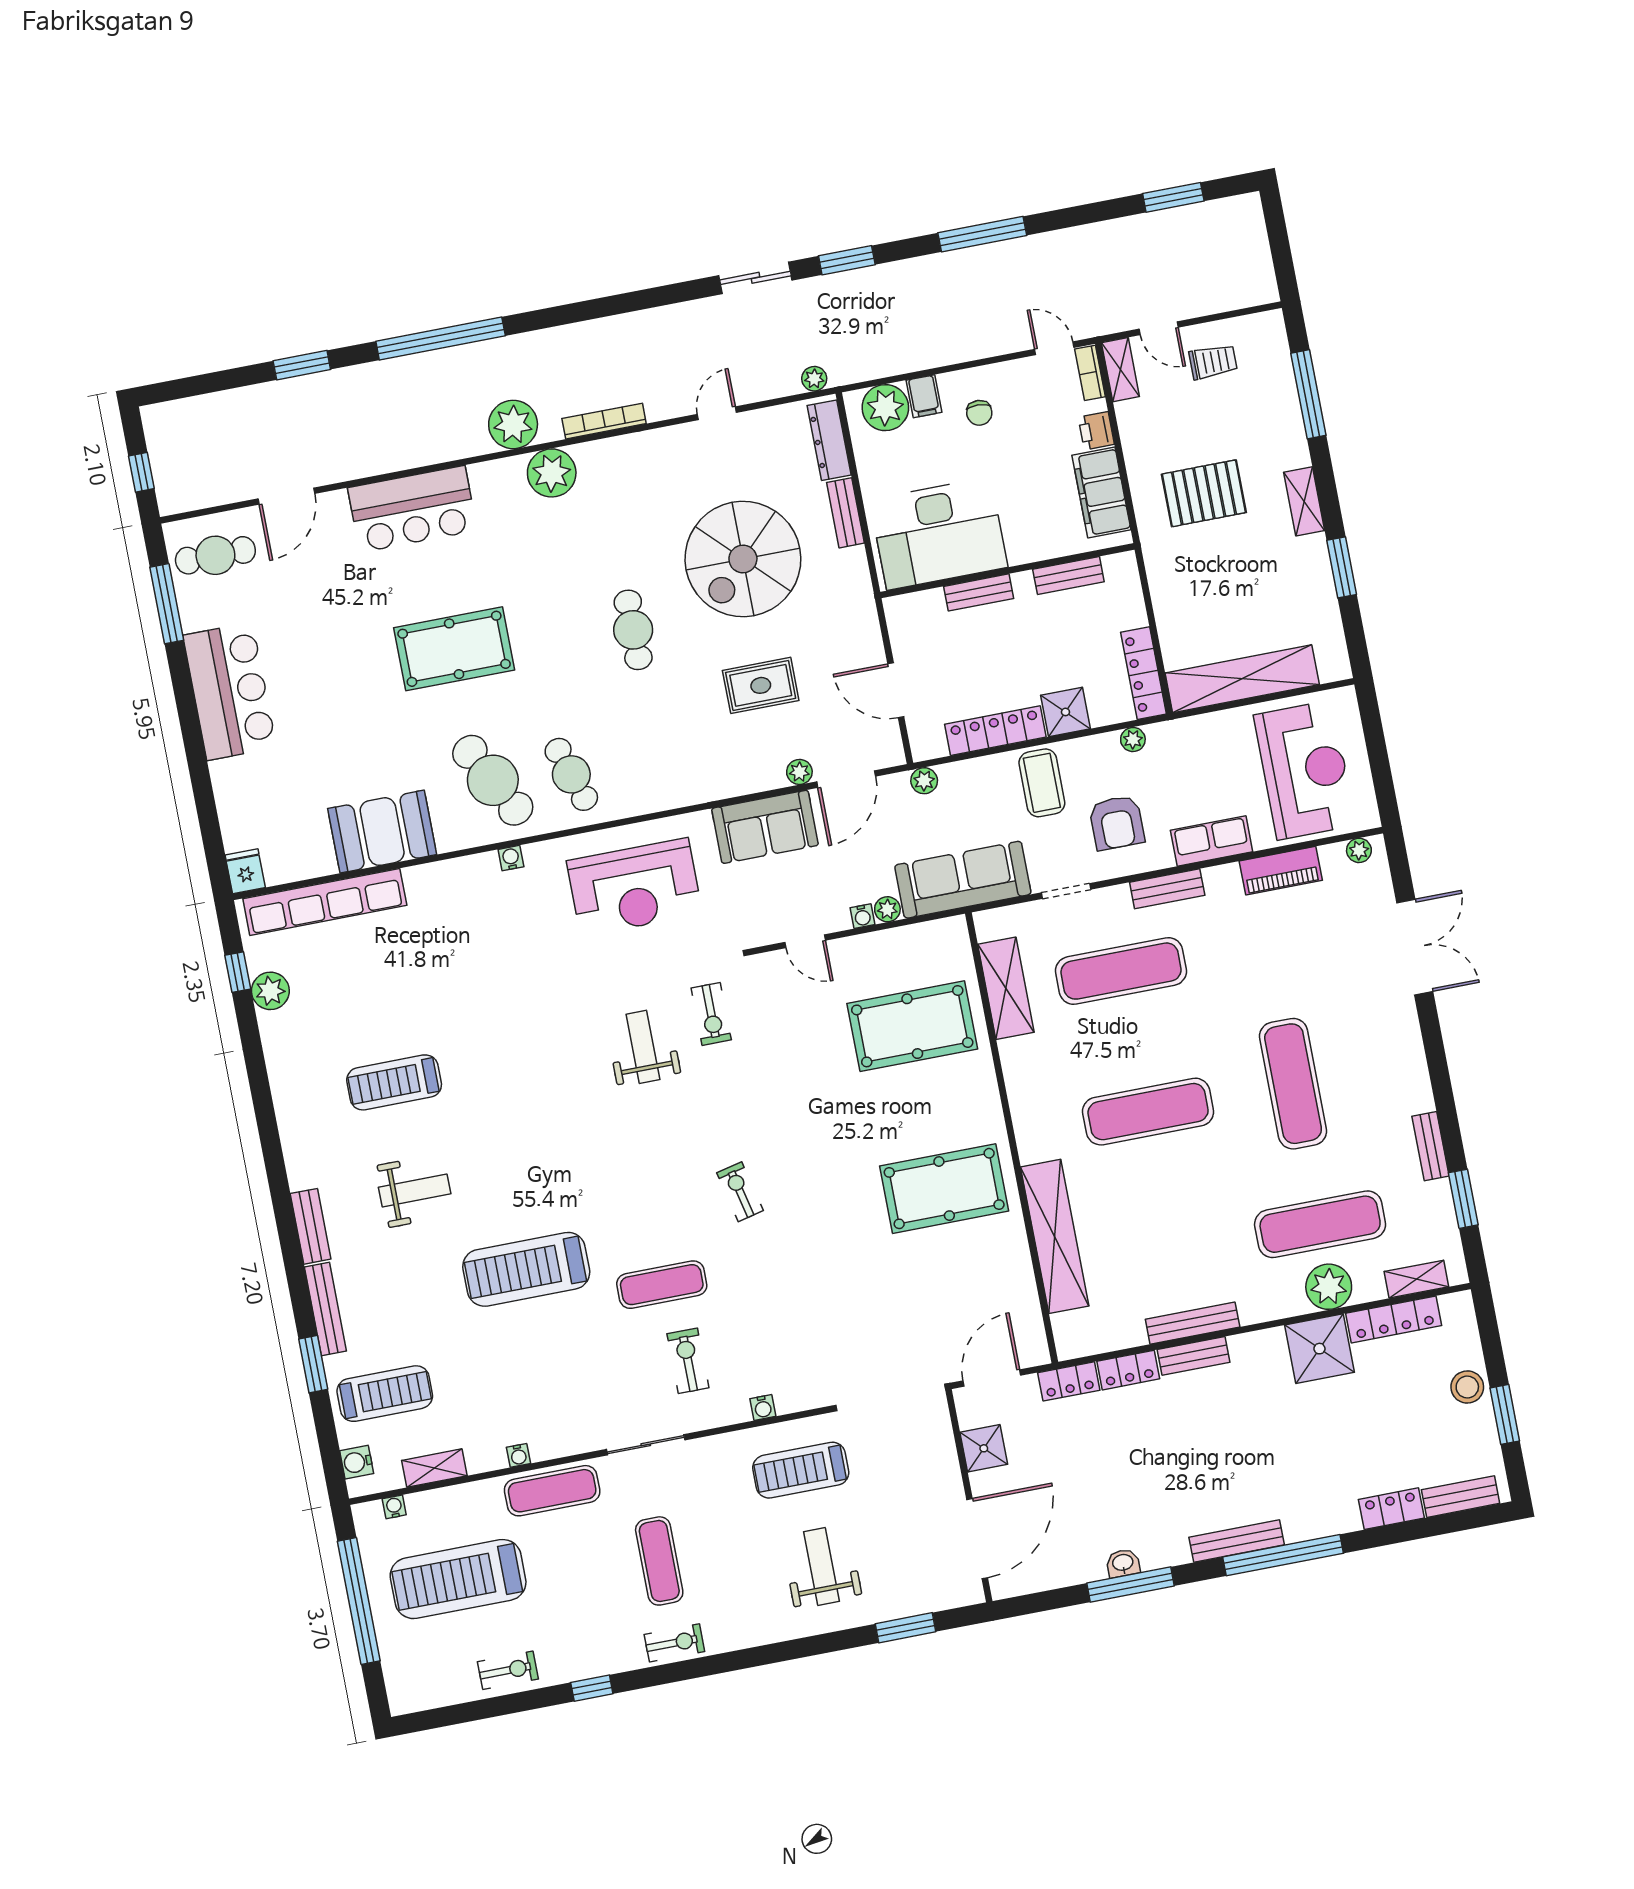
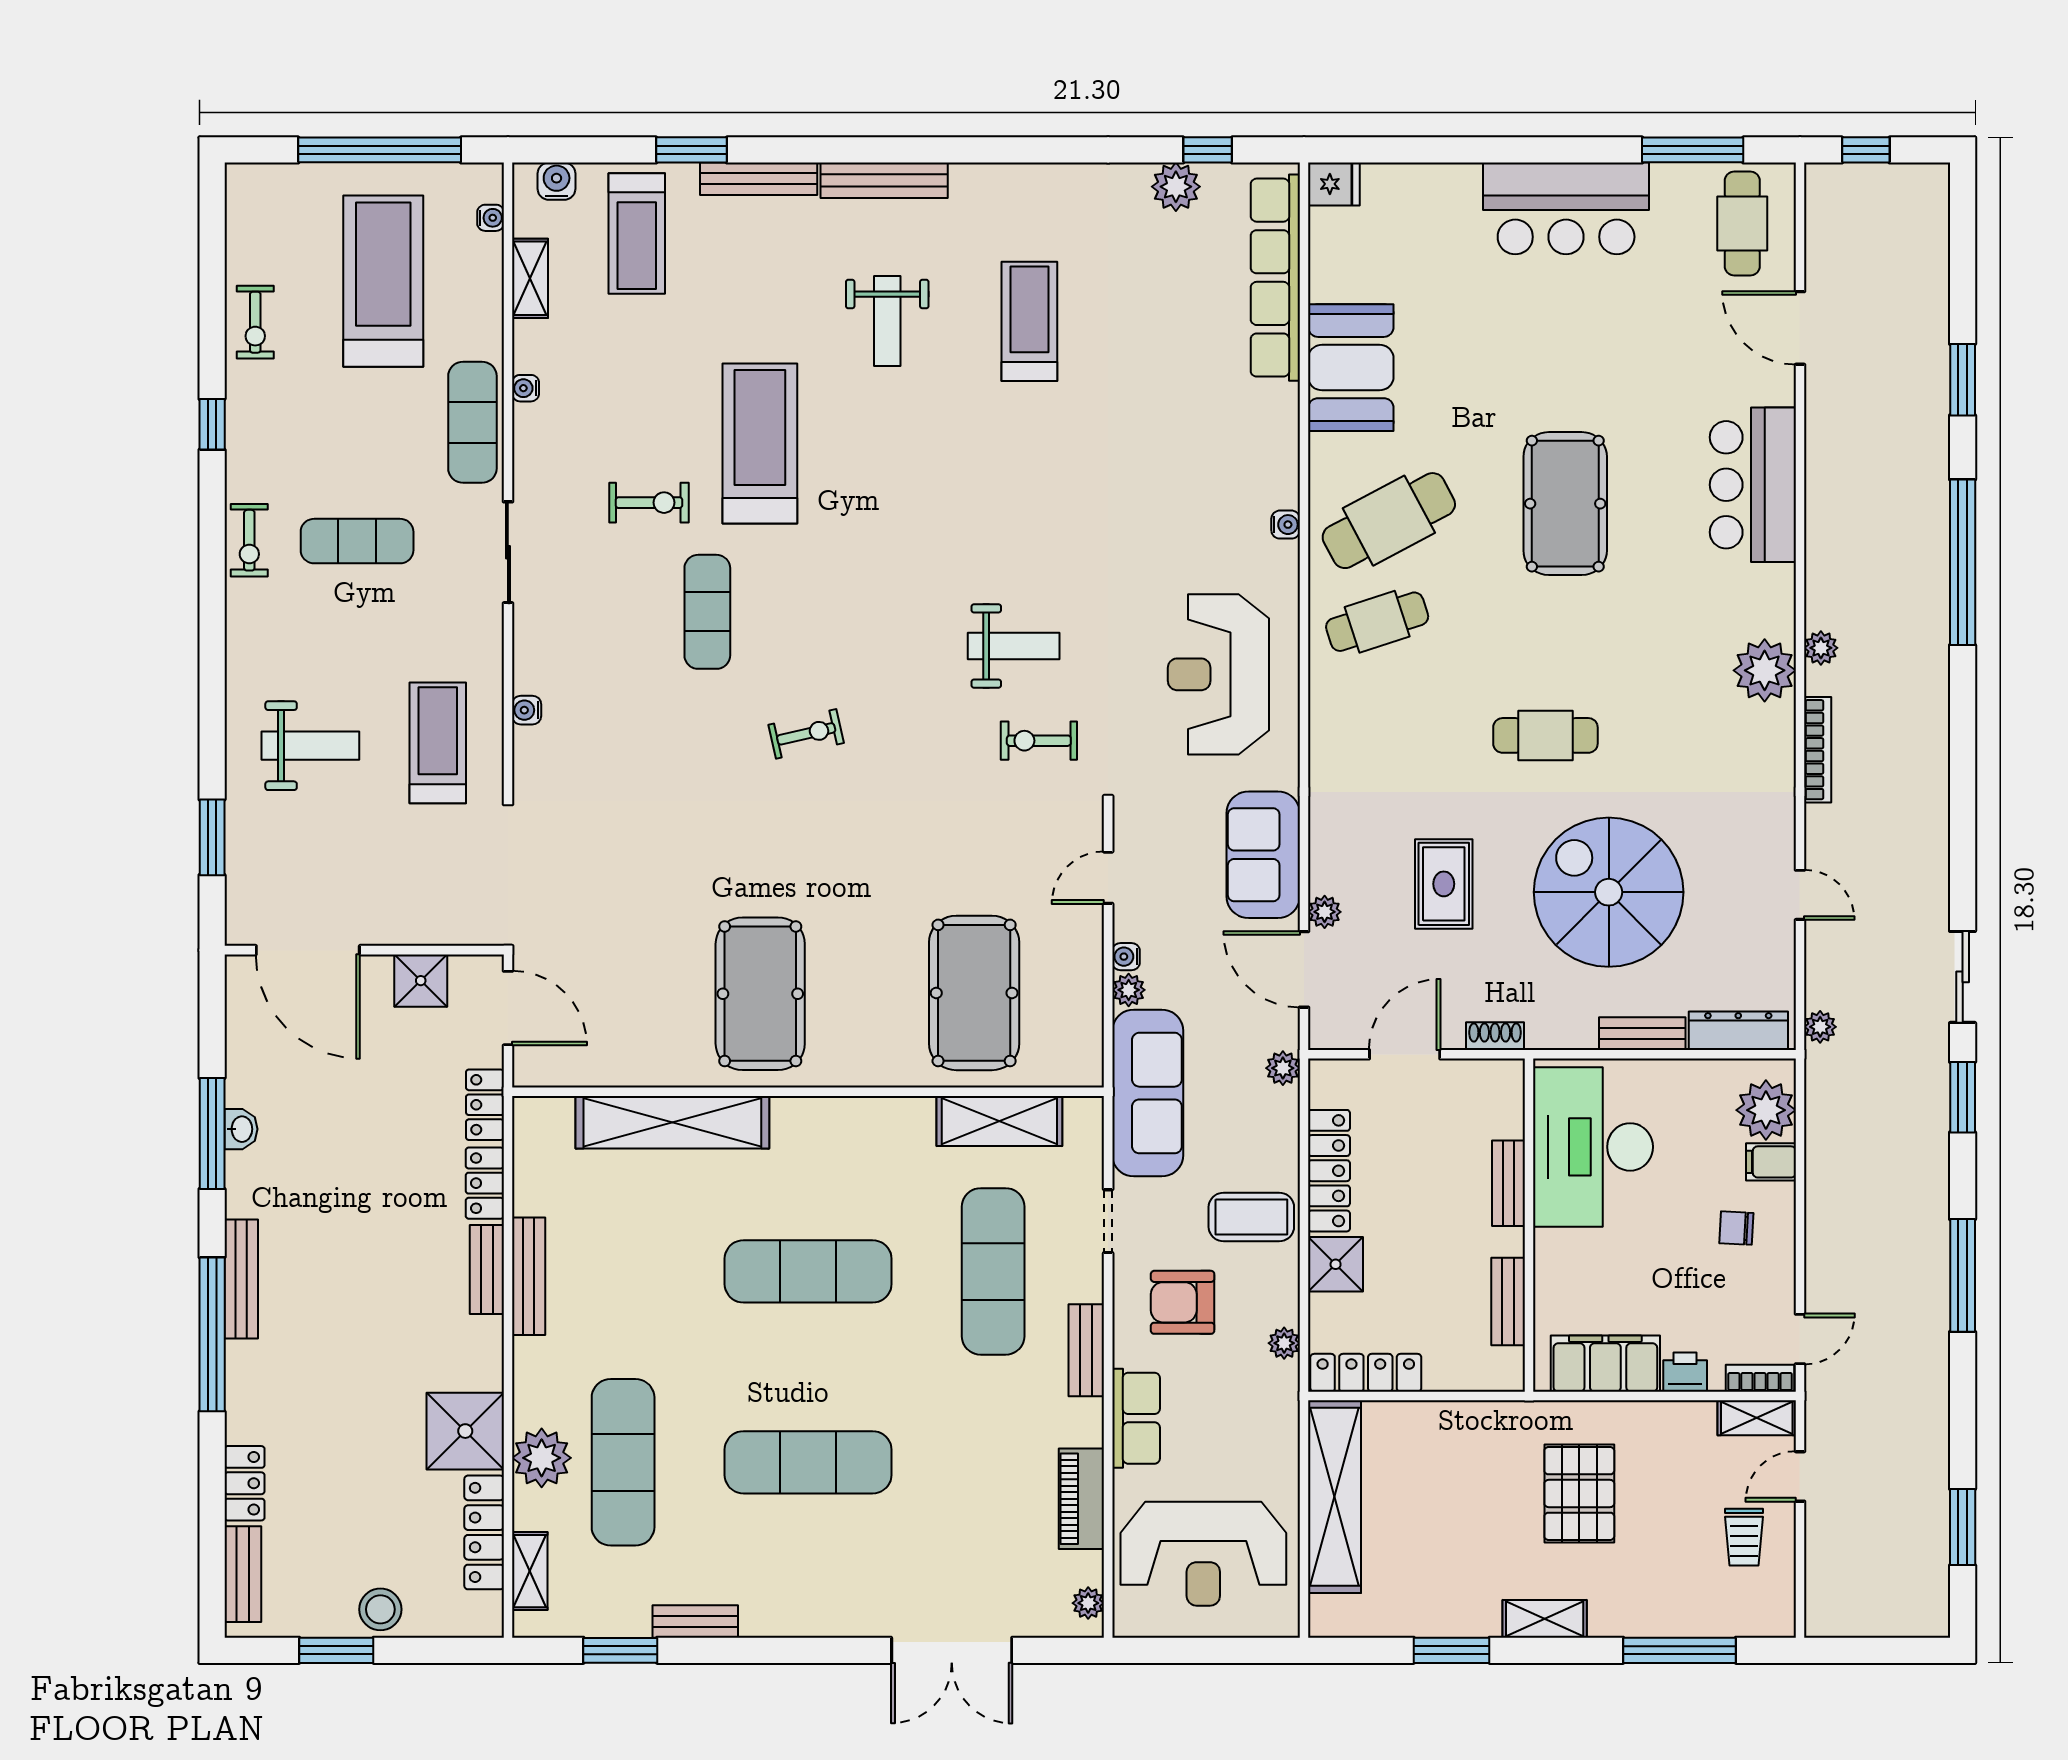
plant: (513, 424) -> (1821, 648), width x0.53, depth x0.53
shoe rack: (869, 624) -> (1495, 1036), added
exercise mat: (1148, 1112) -> (808, 1271), turned 90
bench: (311, 1226) -> (884, 180), width x1.36
exercise bike: (688, 1361) -> (649, 503), moved

